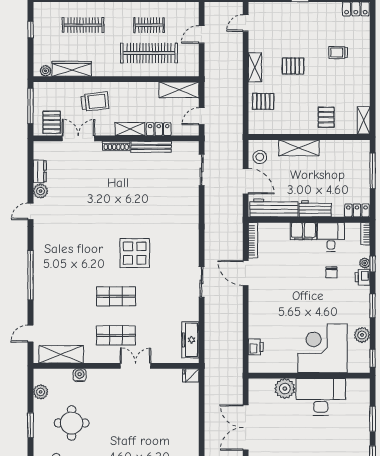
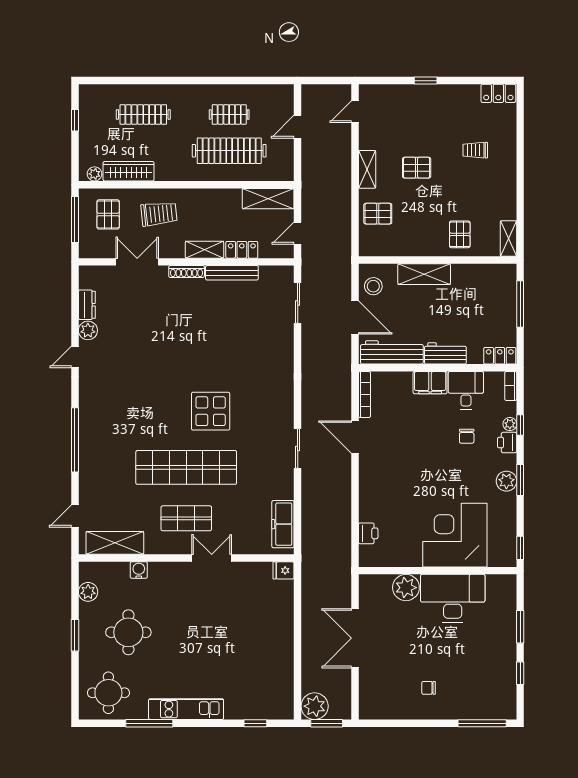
pallet: (52, 122) -> (108, 214), moved
shop shelf: (116, 296) -> (186, 467), width x2.00, depth x1.36
plant: (362, 335) -> (506, 481), moved

